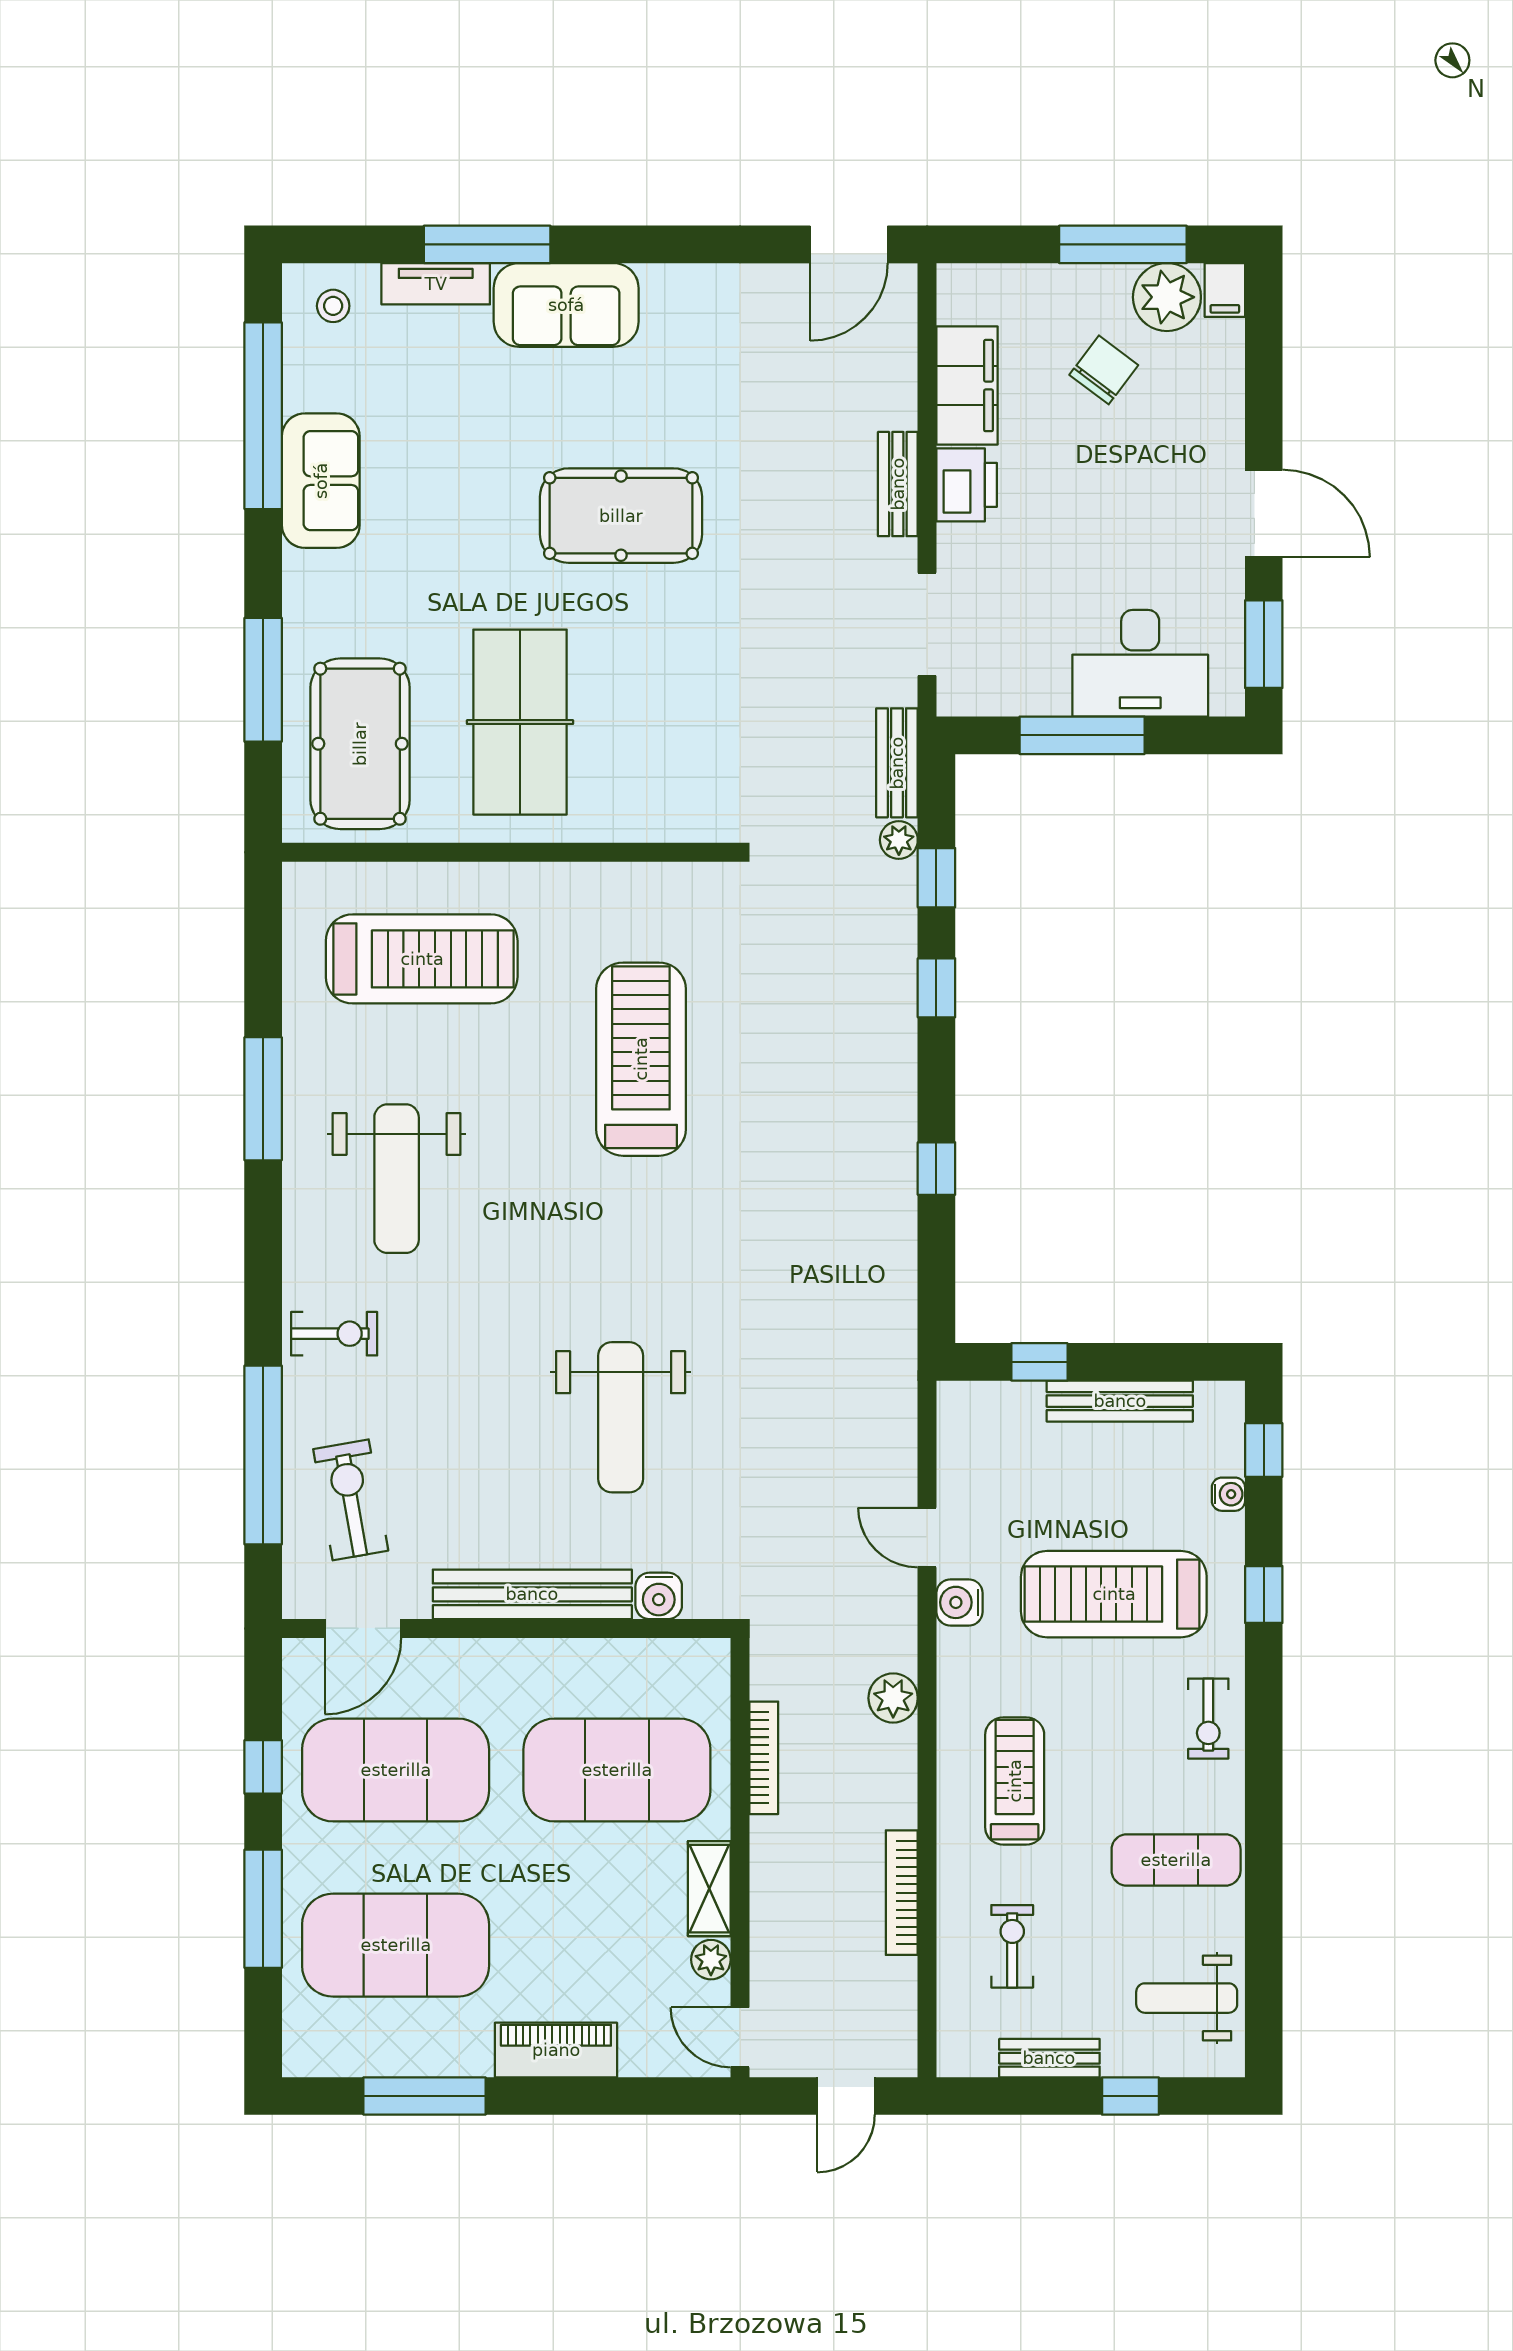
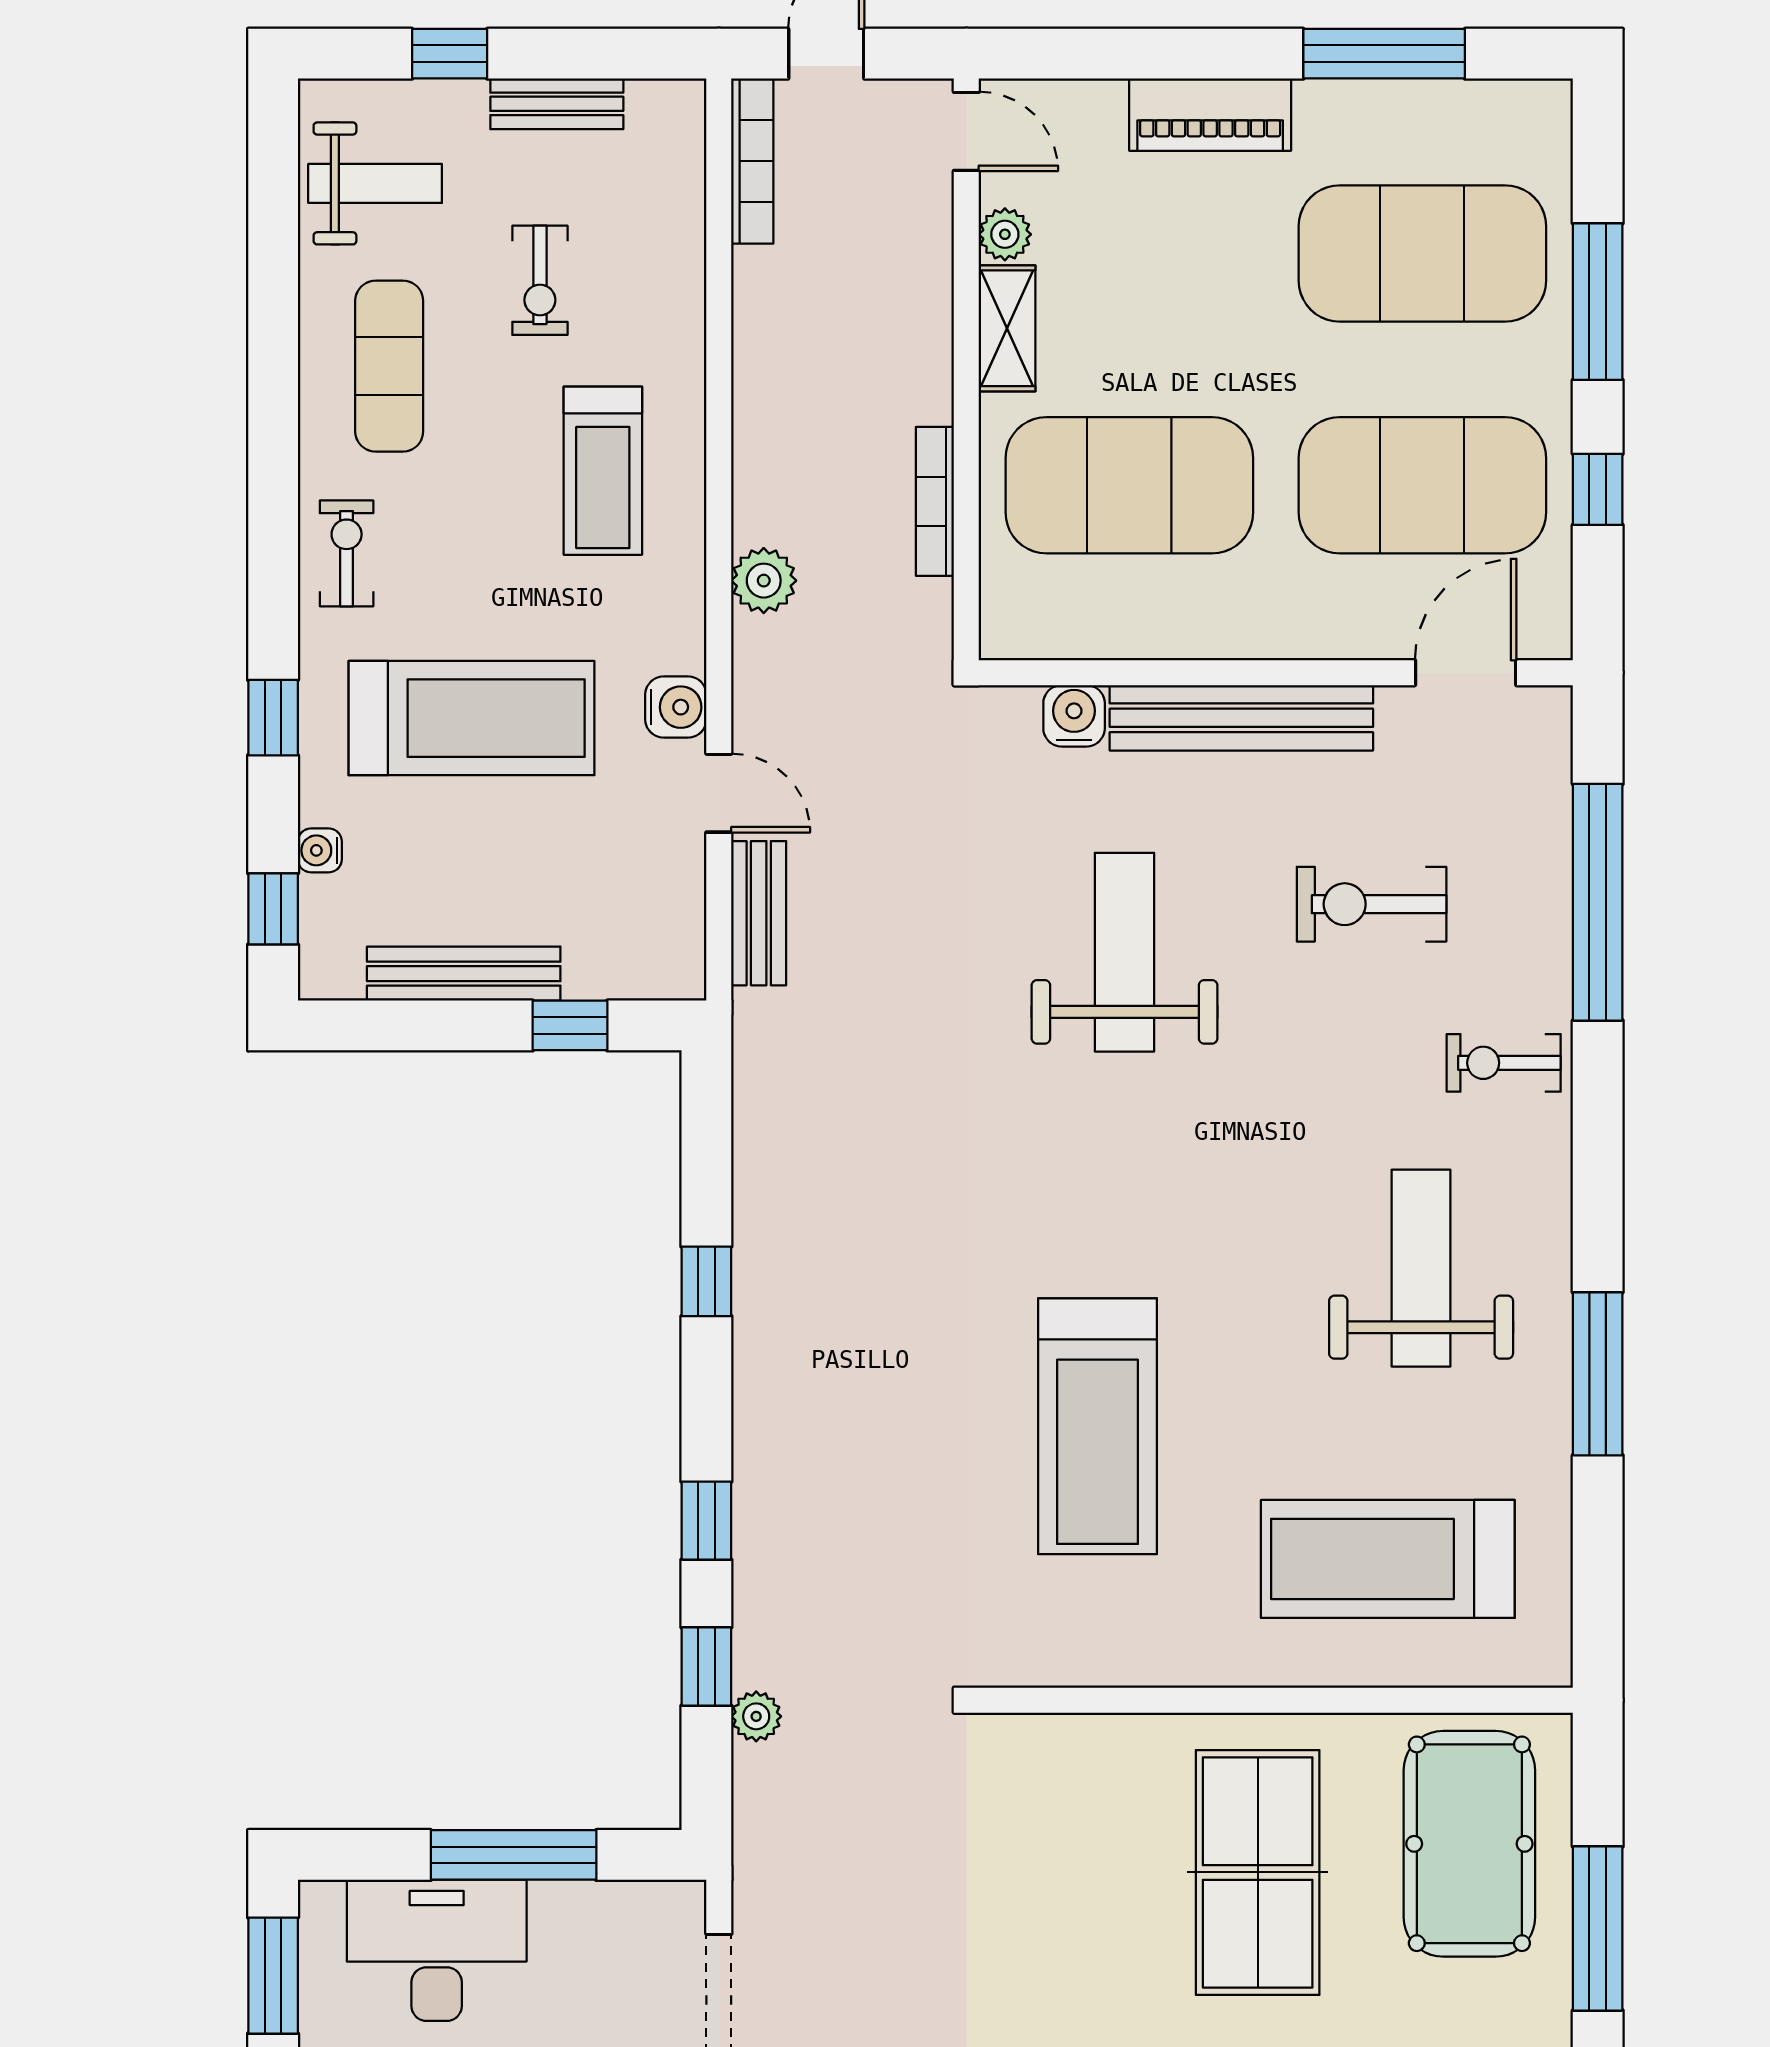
bench: (897, 763) -> (759, 913), moved
exercise bike: (351, 1500) -> (1372, 904), moved, turned 100
exercise mat: (1176, 1860) -> (389, 366), turned 90
bookcase: (902, 1893) -> (752, 161), moved
exercise bike: (1012, 1946) -> (540, 280), moved

